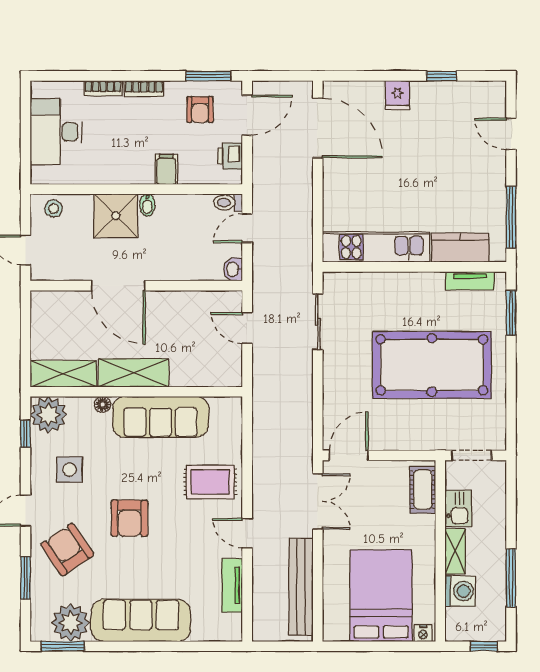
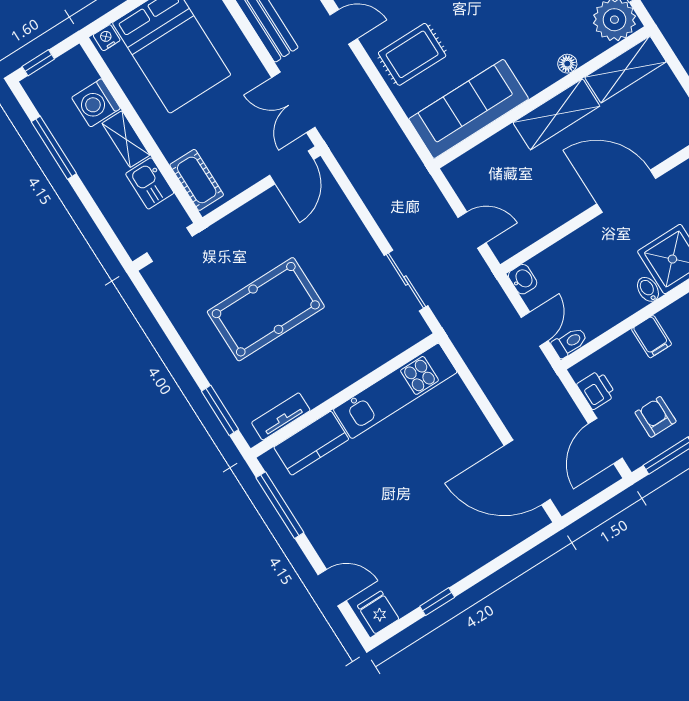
fridge: (398, 95) -> (378, 612), moved
pool table: (432, 365) -> (266, 309), width x0.73, depth x0.76
sofa: (161, 417) -> (469, 109), moved

